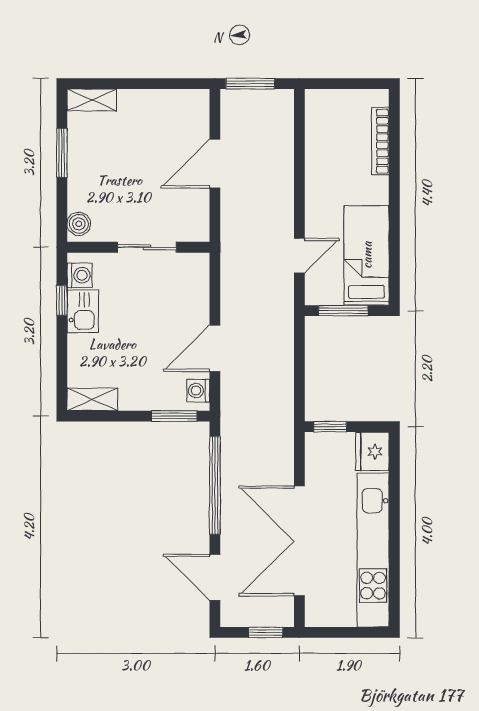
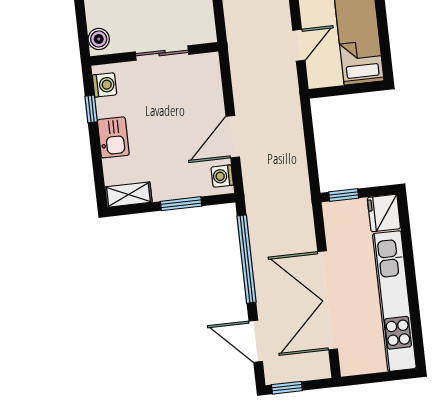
kitchen sink: (83, 311) -> (113, 137), moved
window: (343, 311) -> (344, 90), removed
window: (174, 416) -> (181, 204), moved
window: (266, 632) -> (287, 388), moved

